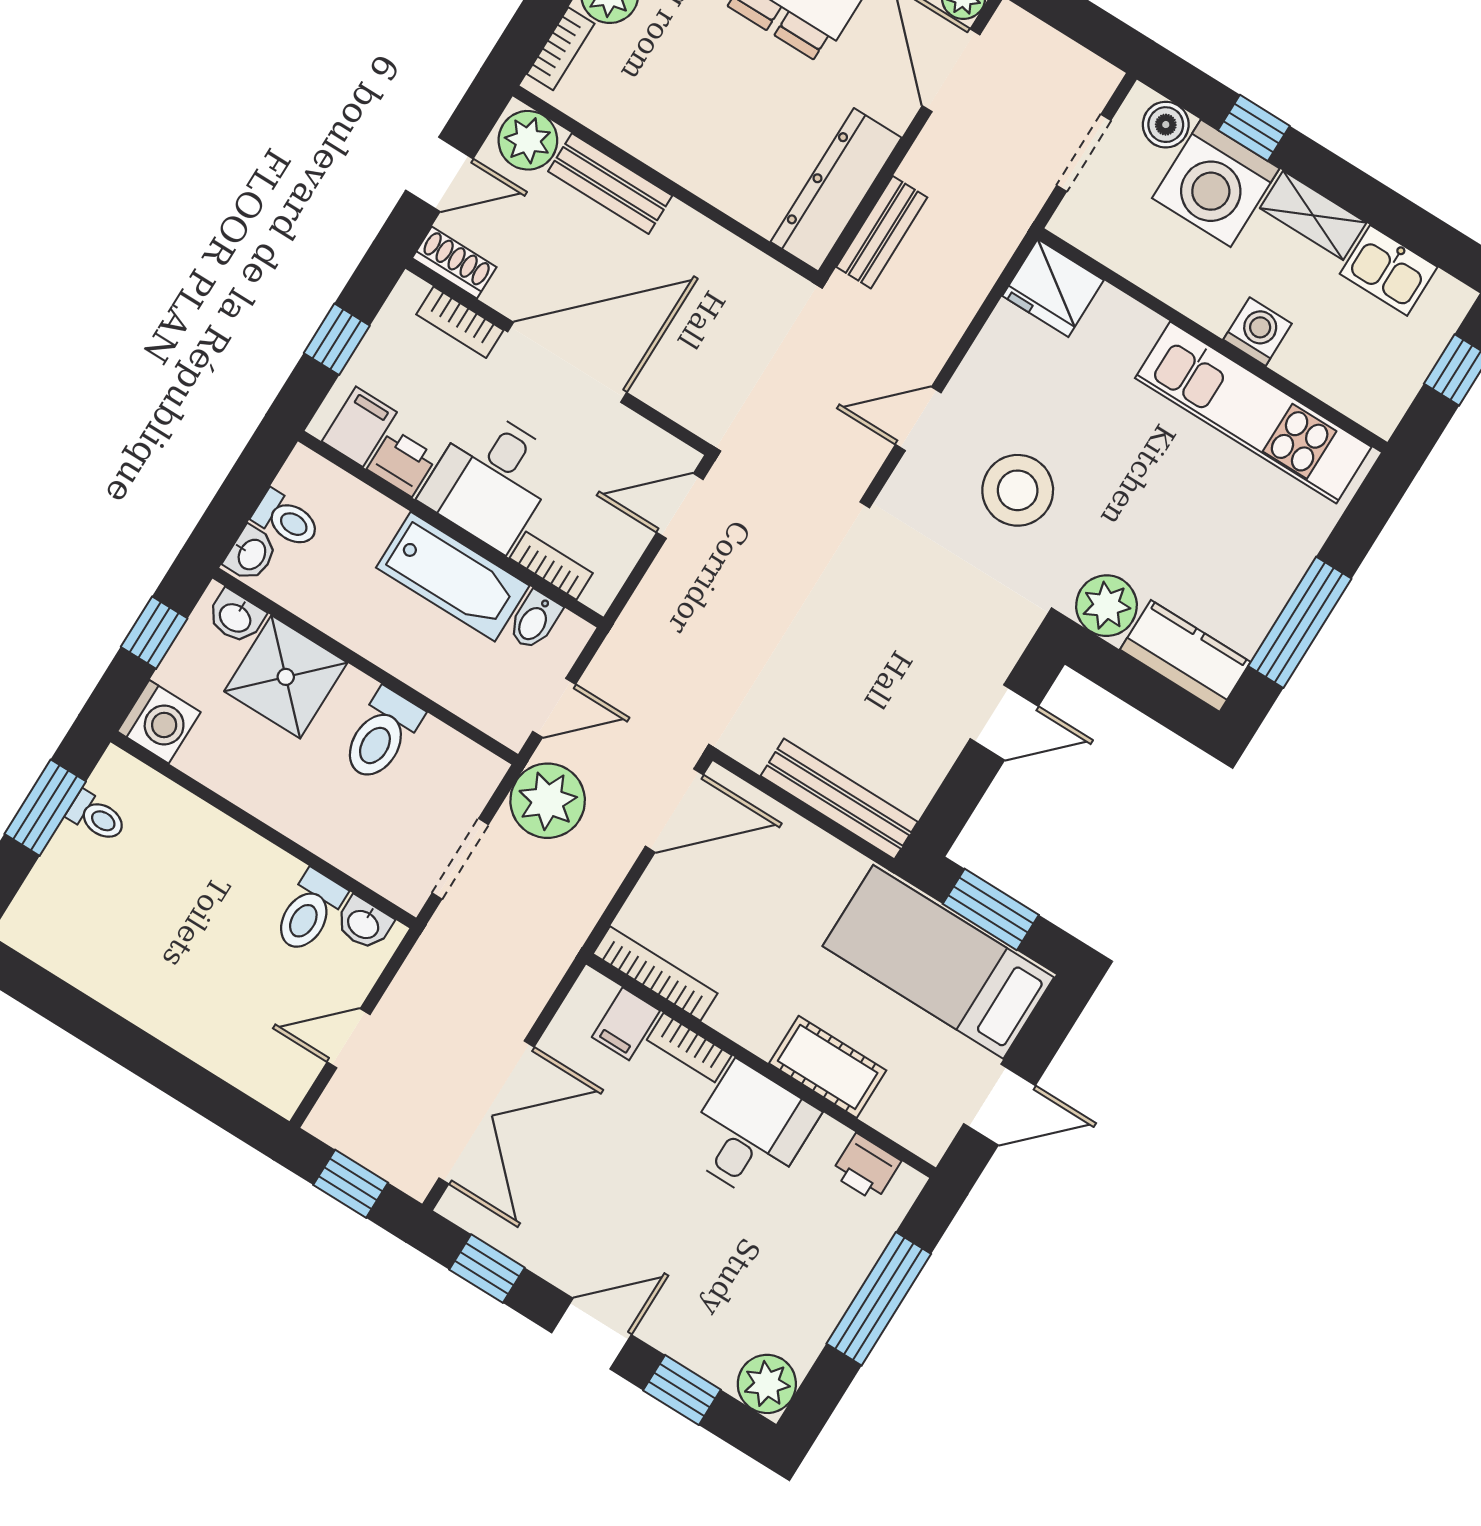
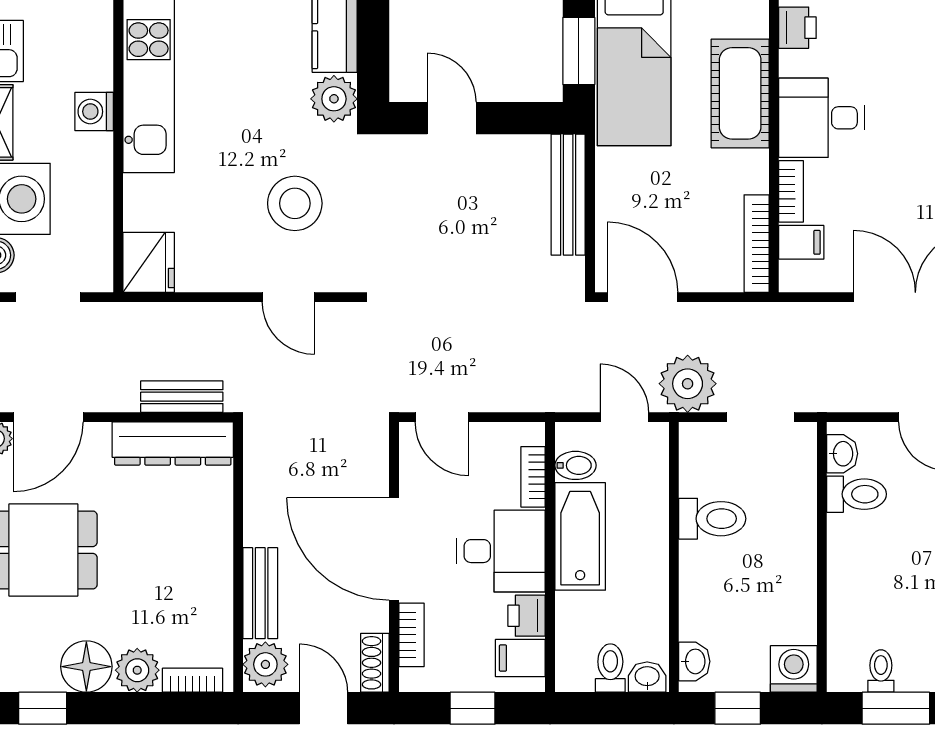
shower: (286, 677) -> (713, 605), removed
cot: (828, 1067) -> (740, 93), width x1.37, depth x1.34

